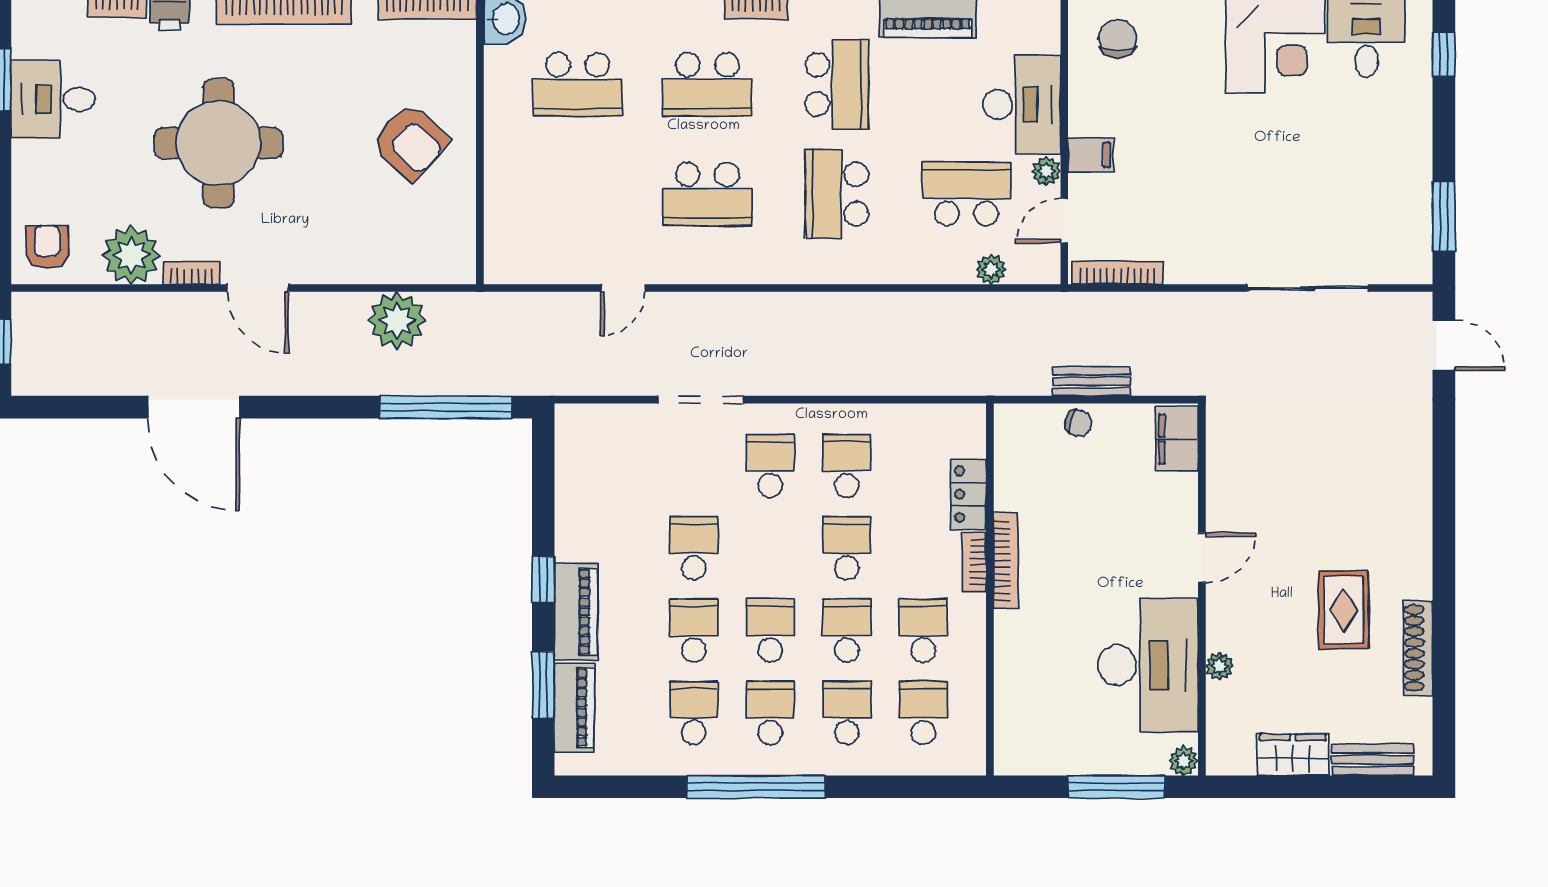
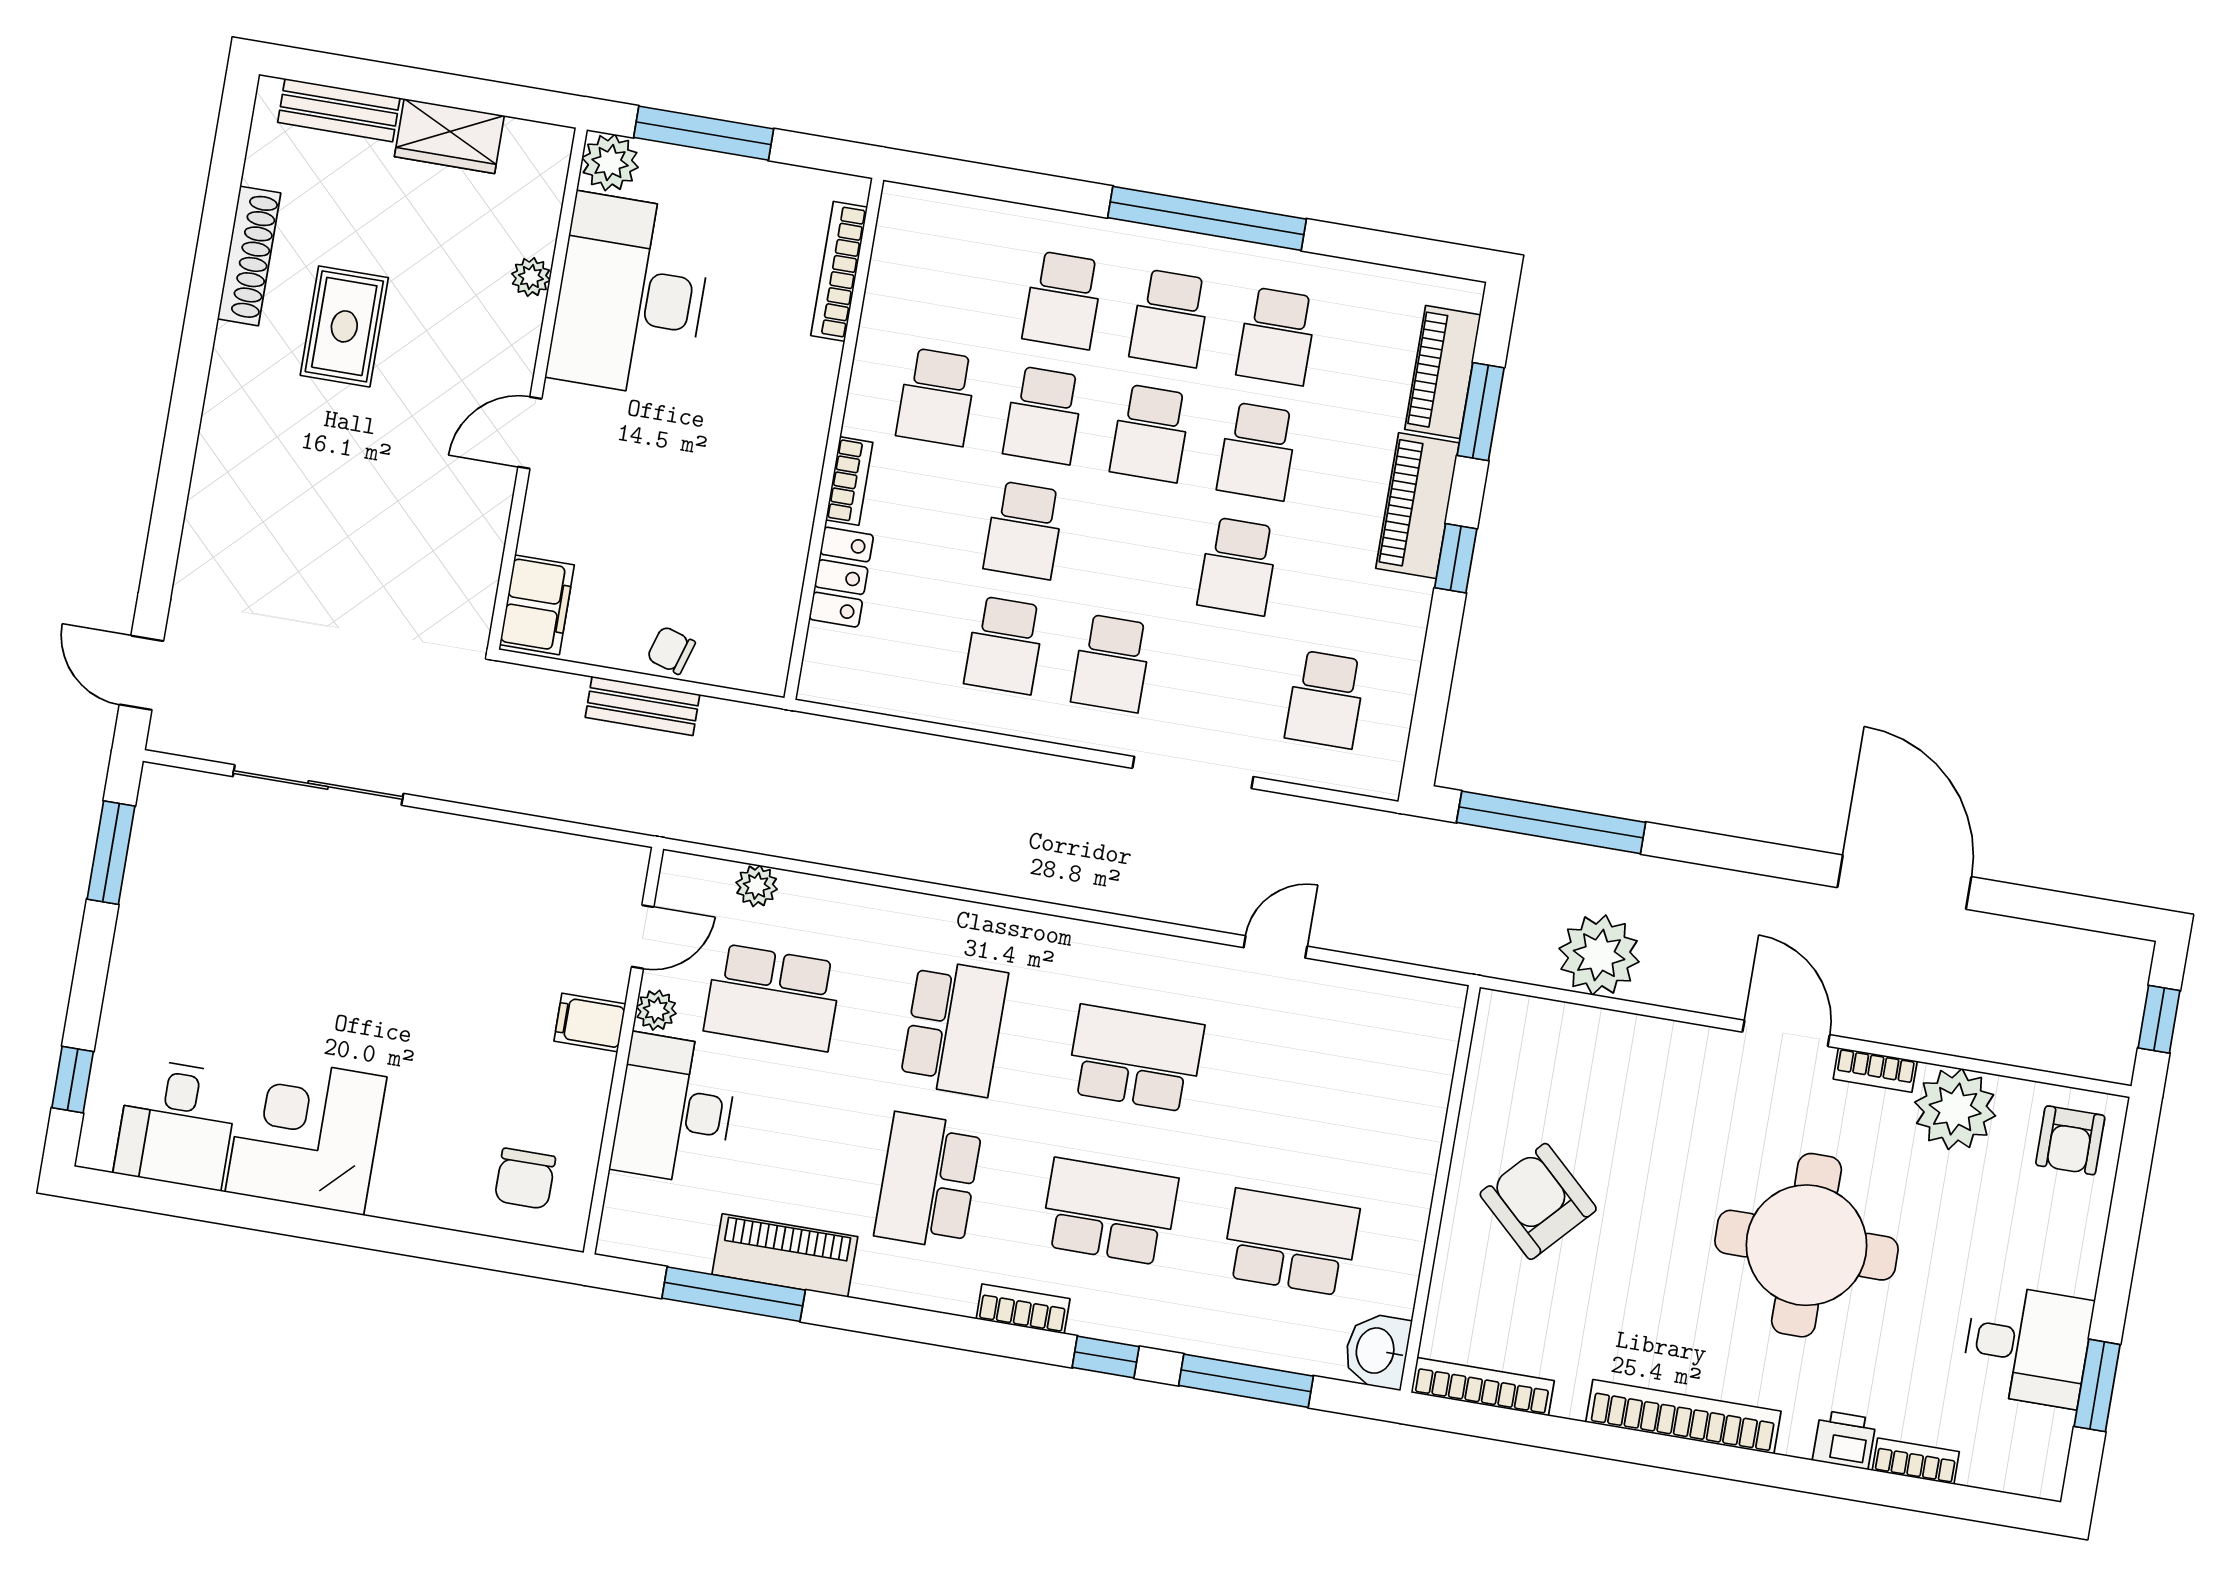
bookcase: (1117, 273) -> (581, 852), removed
bookcase: (1006, 560) -> (839, 271), moved
school desk: (923, 713) -> (1325, 699), moved
plant: (1184, 761) -> (610, 163), width x1.38, depth x1.38

